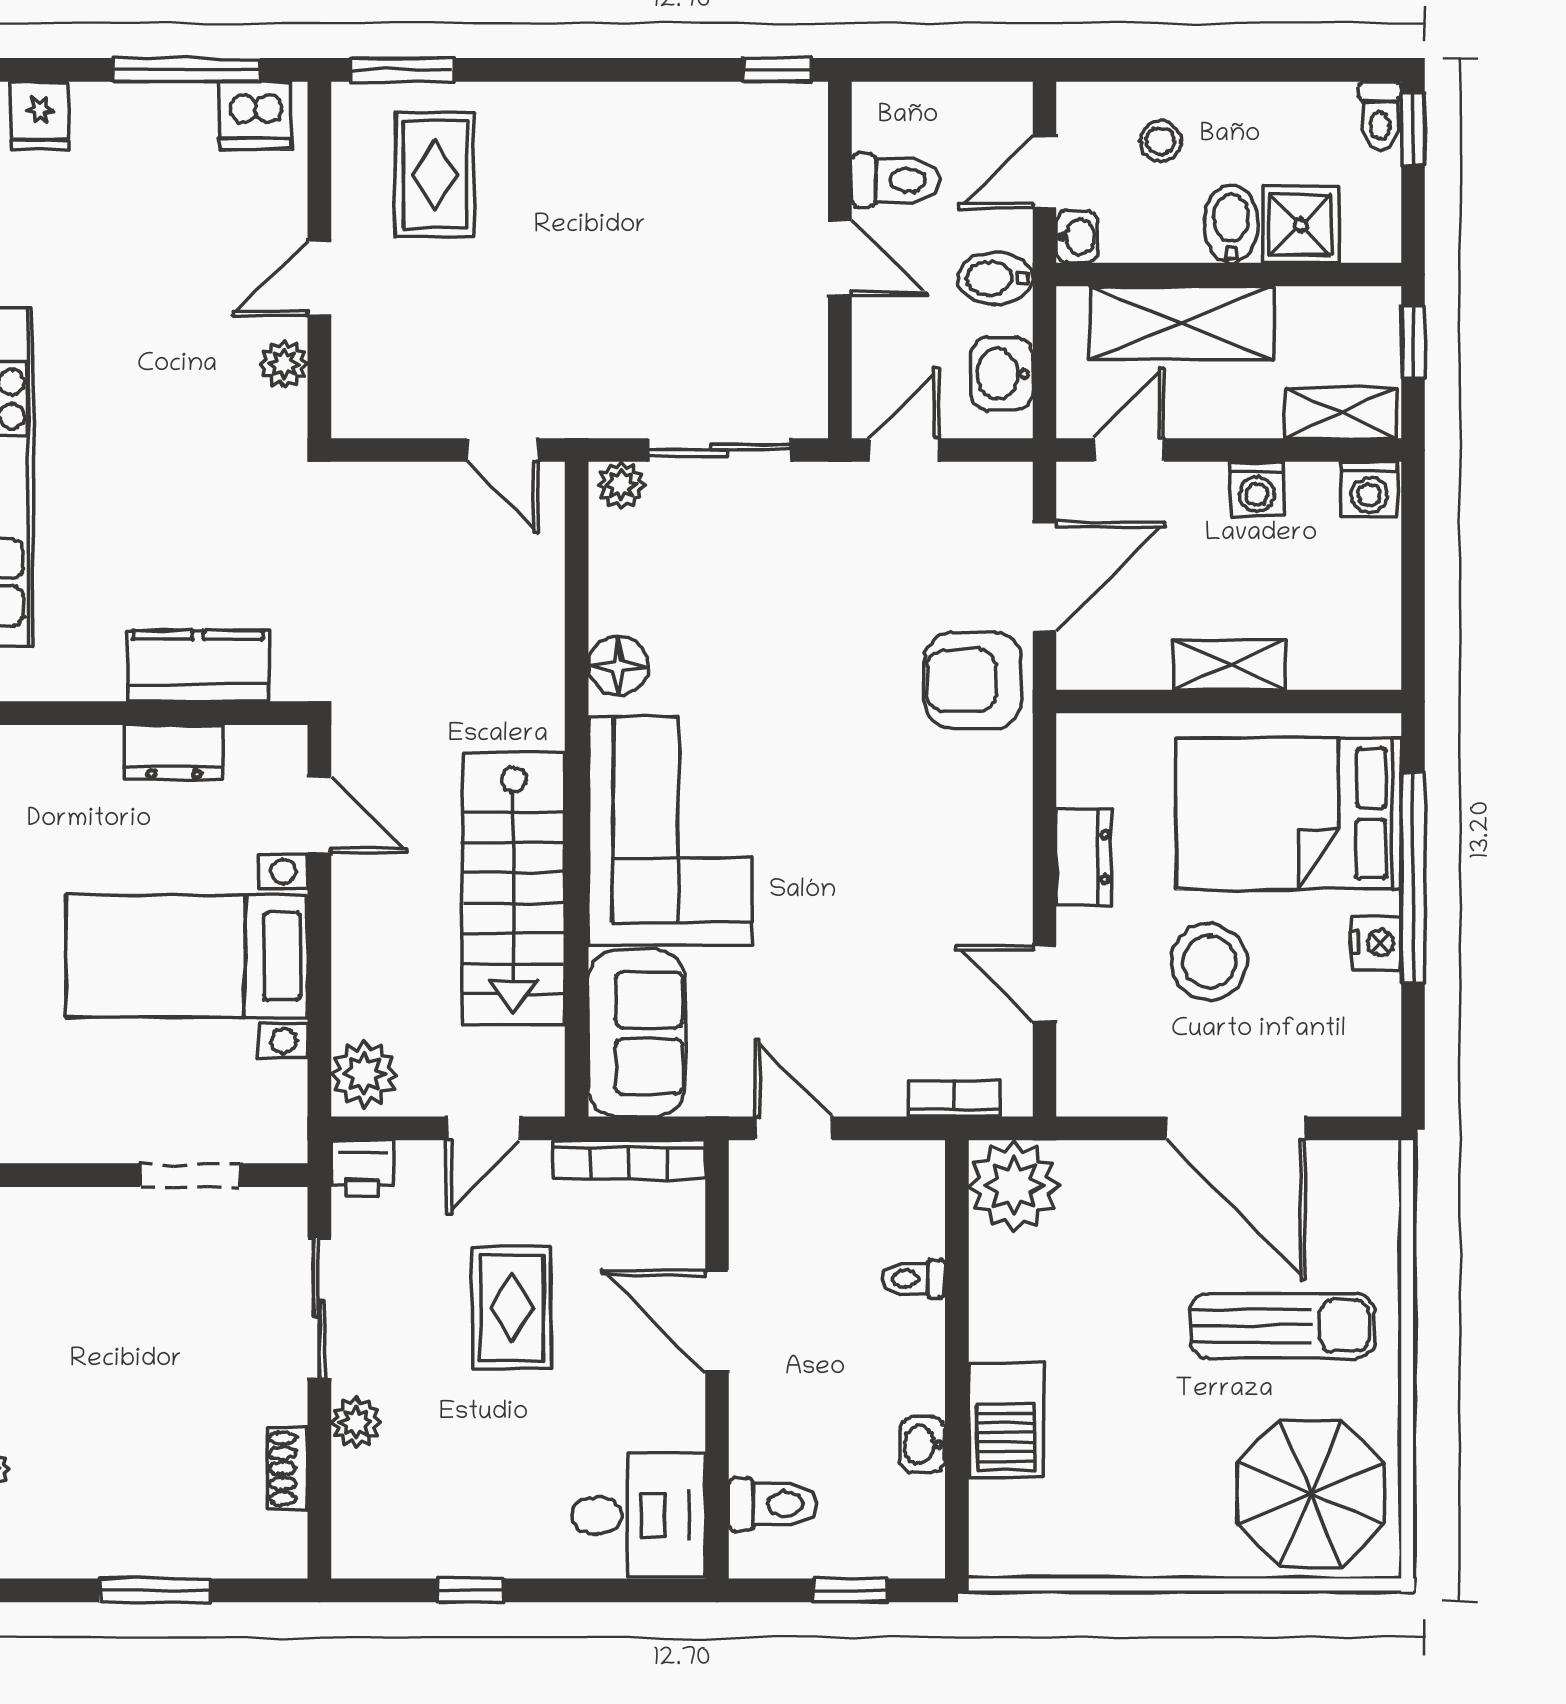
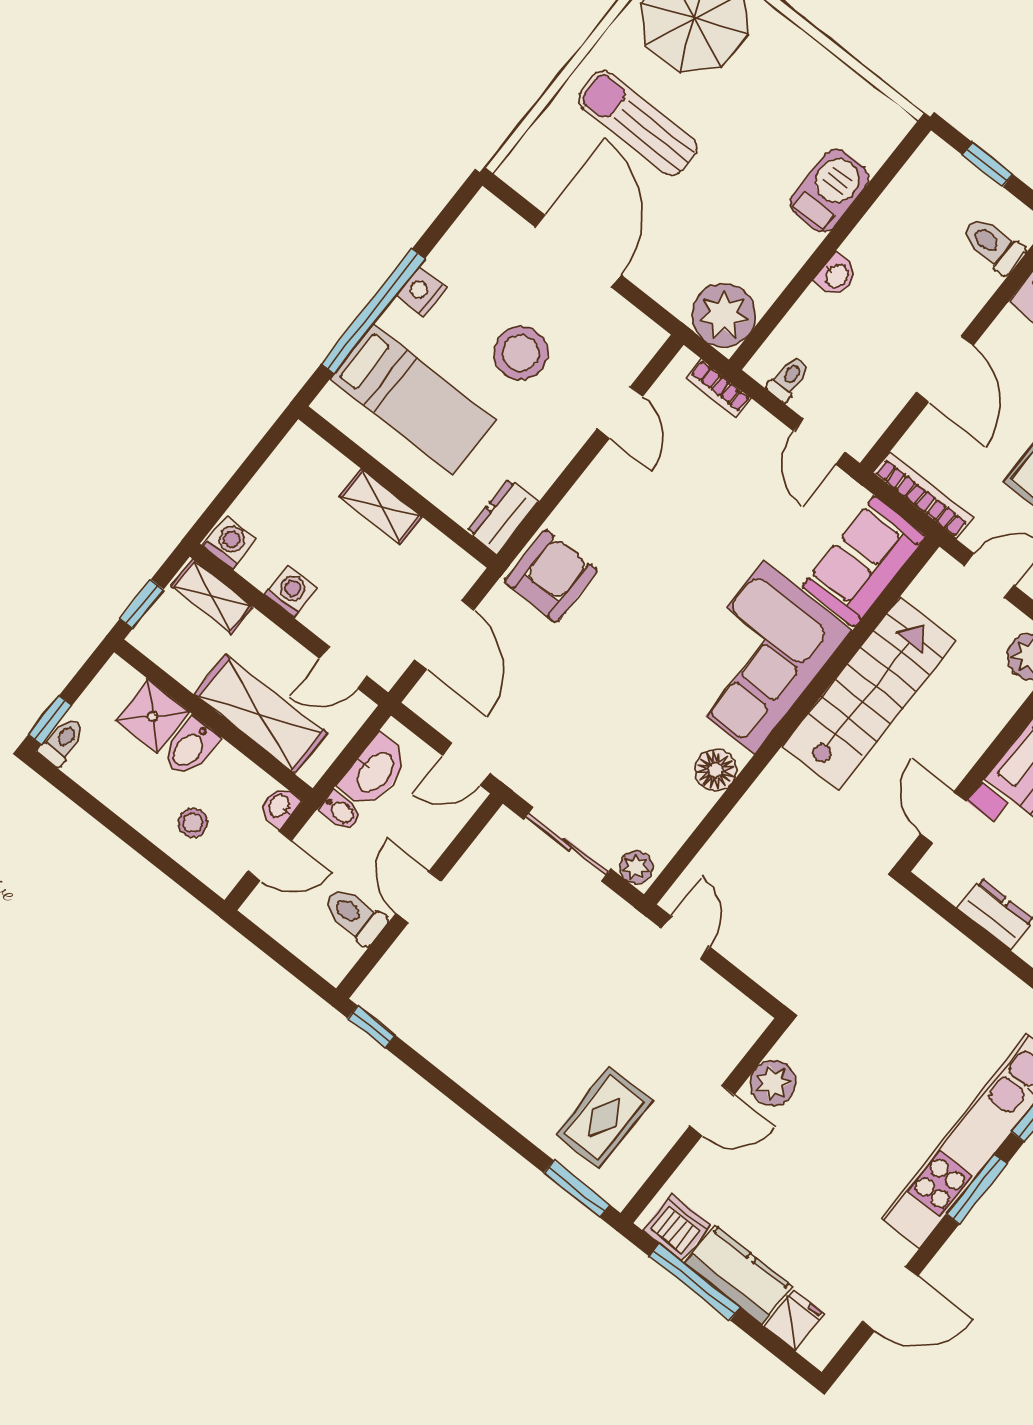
bidet: (995, 278) -> (340, 811), width x0.72, depth x0.74
plant: (284, 364) -> (773, 1083), width x1.38, depth x1.38
washbasin: (1002, 374) -> (374, 772), width x1.38
door: (1045, 577) -> (444, 635), swing flipped
kitchen counter: (198, 666) -> (738, 1275), moved, turned 180
armchair: (973, 680) -> (551, 576), moved, turned -90
bed: (1289, 814) -> (413, 400), width x0.67
dresser: (1084, 857) -> (503, 517), moved
toilet: (914, 1279) -> (788, 379), moved, turned -90
washbasin: (922, 1445) -> (836, 275), moved

